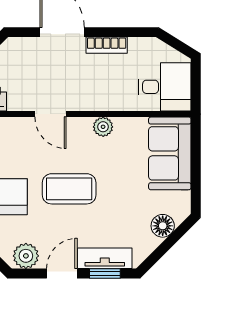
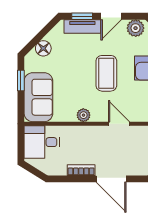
window: (196, 178) -> (21, 80), added
coffee table: (69, 189) -> (106, 73), turned 90

